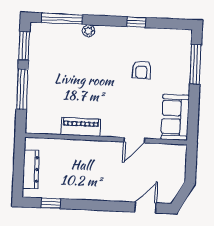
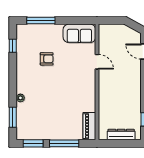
window: (62, 19) -> (13, 117), width x0.69
window: (136, 22) -> (13, 46), moved
piano: (81, 127) -> (89, 126), moved

